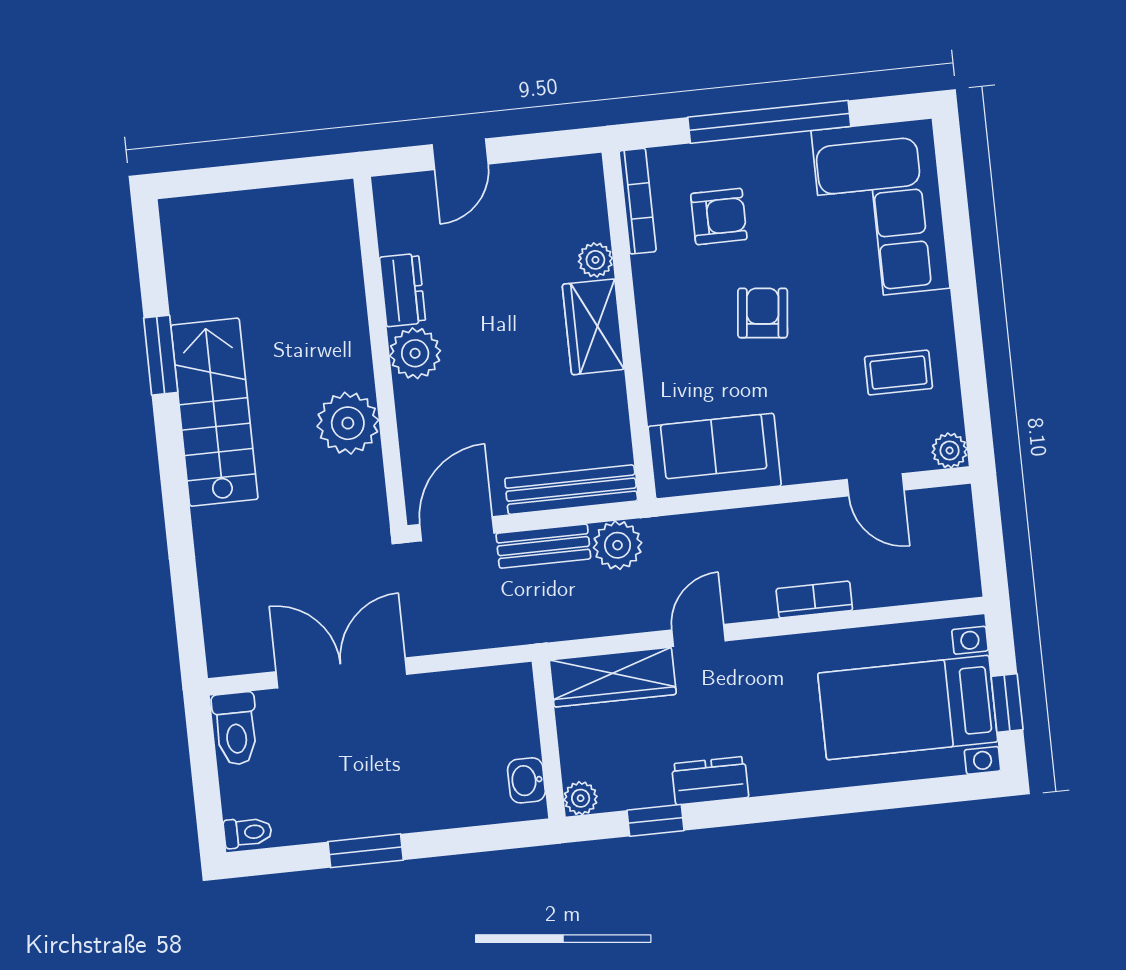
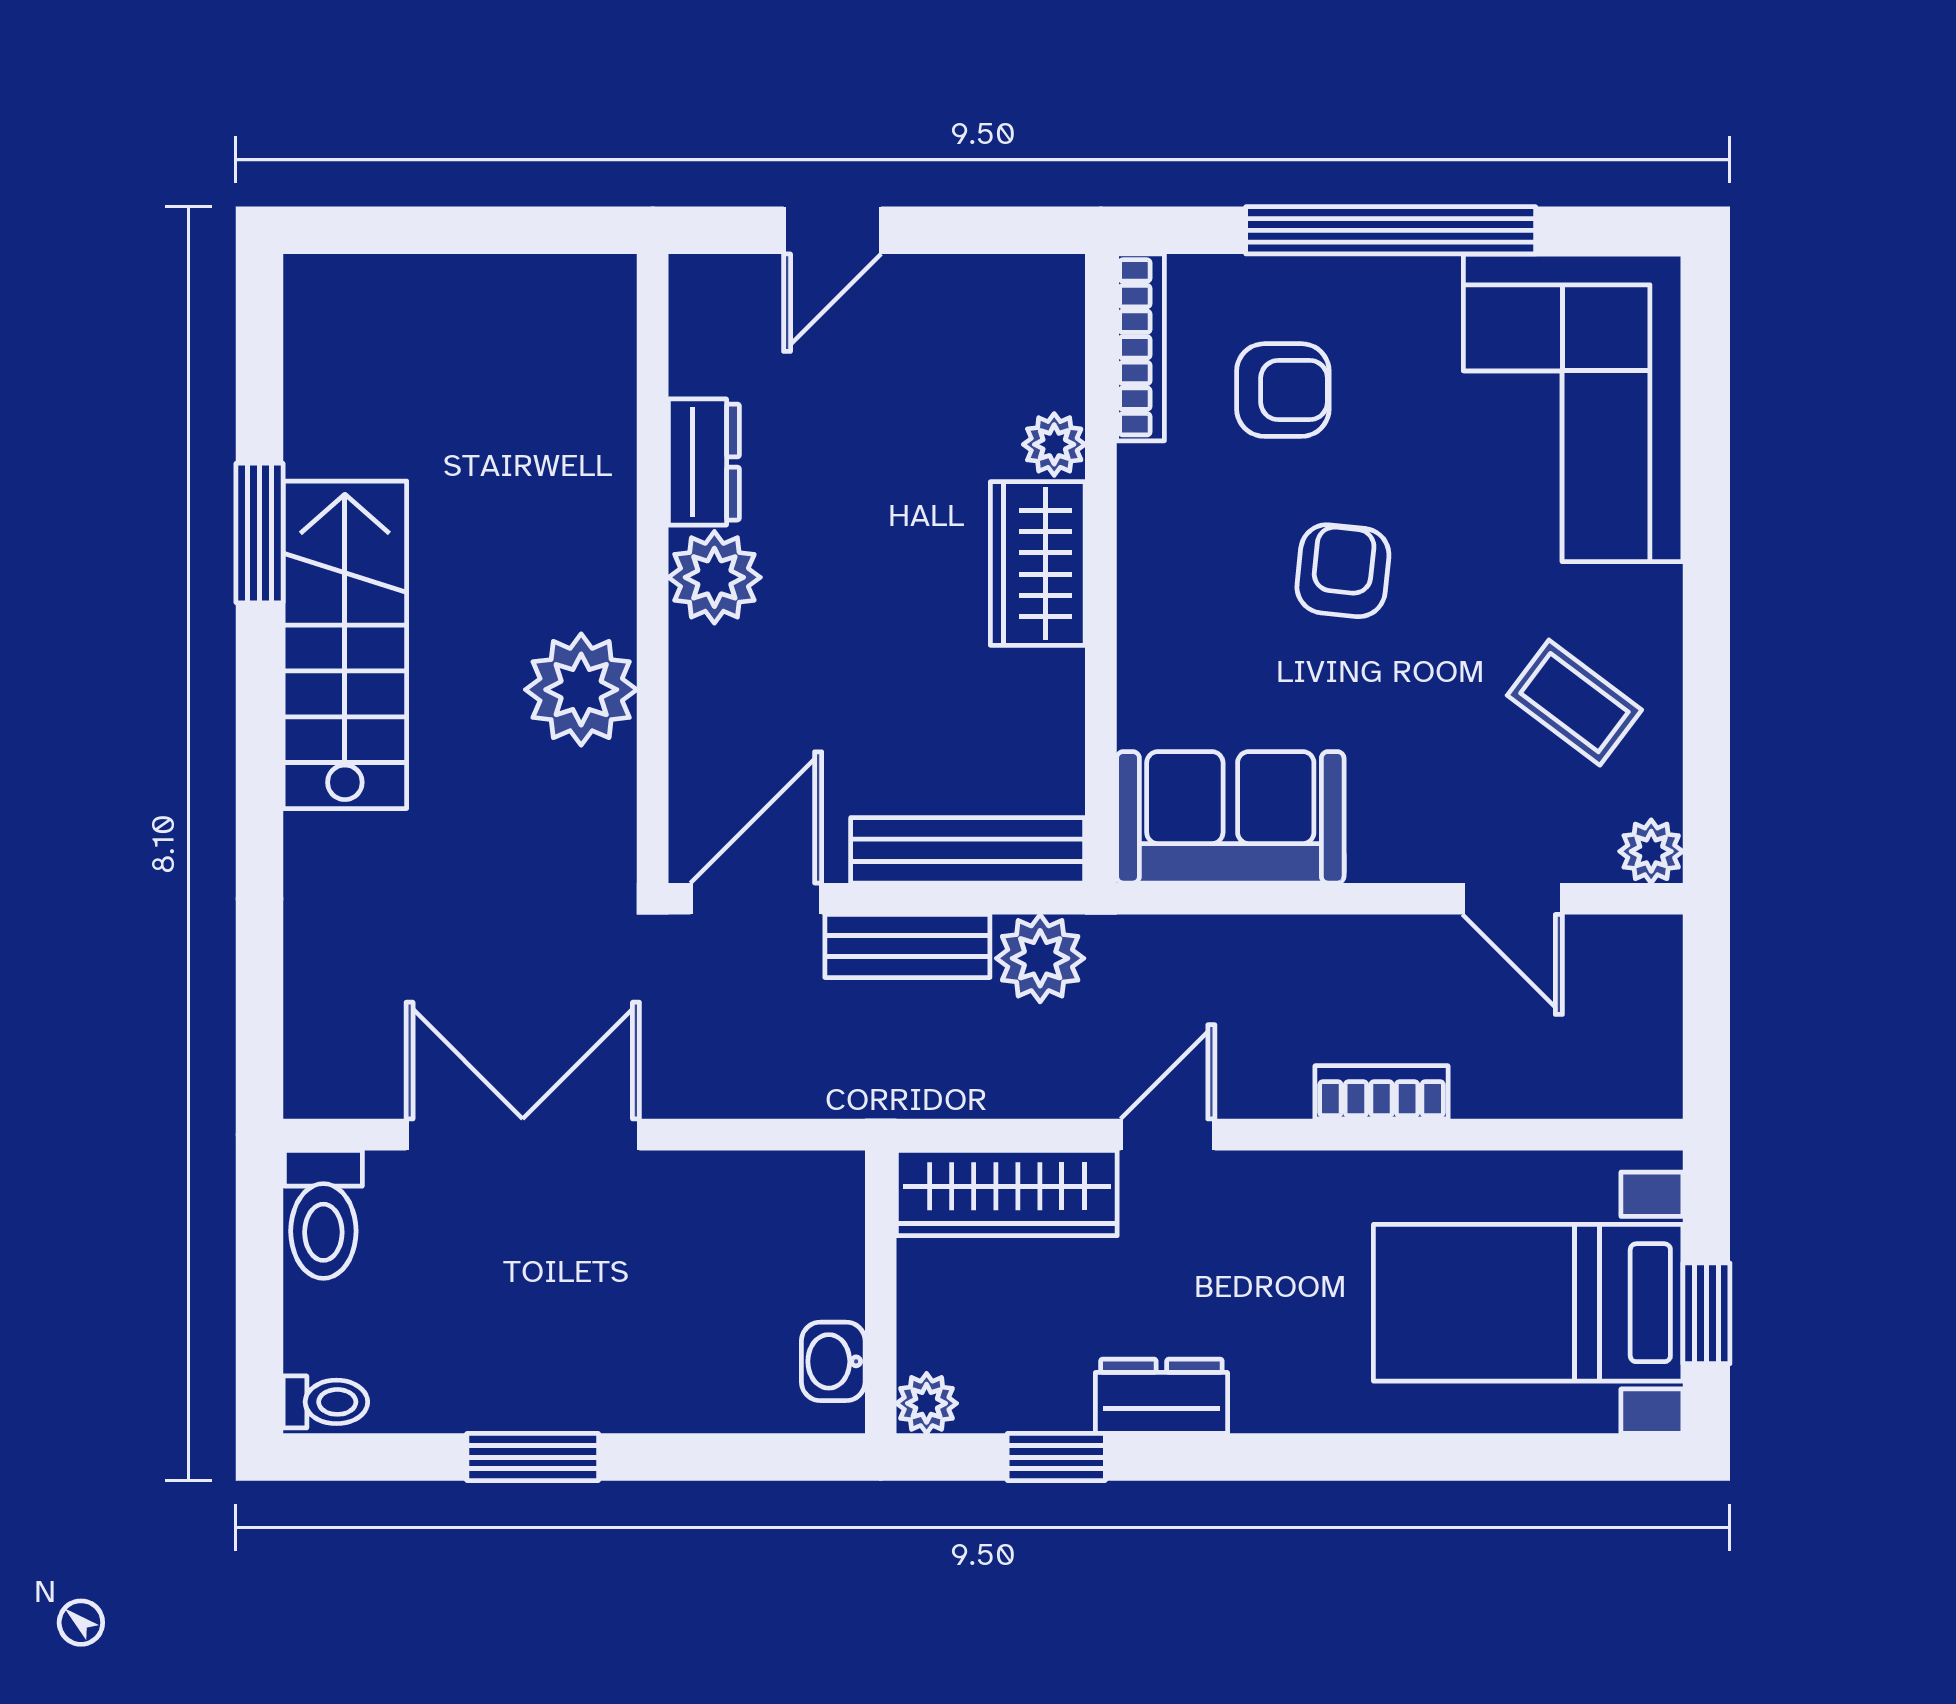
coffee table: (898, 373) -> (1574, 703), turned 37

